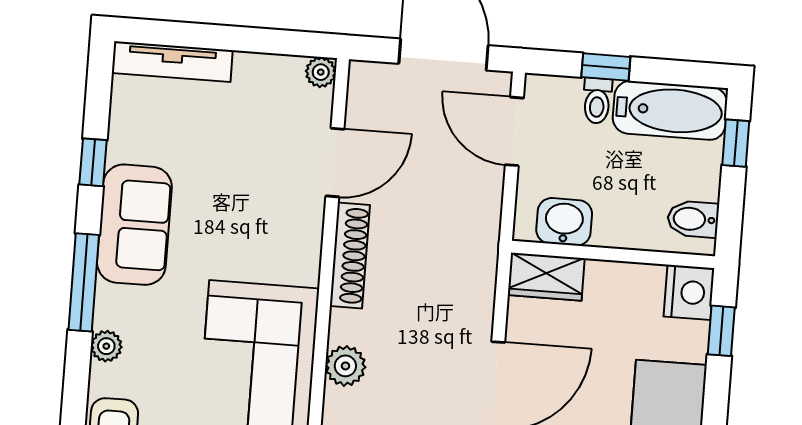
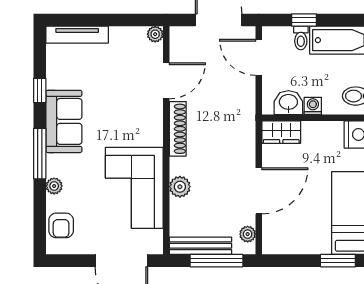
washing machine: (610, 232) -> (313, 106), added

